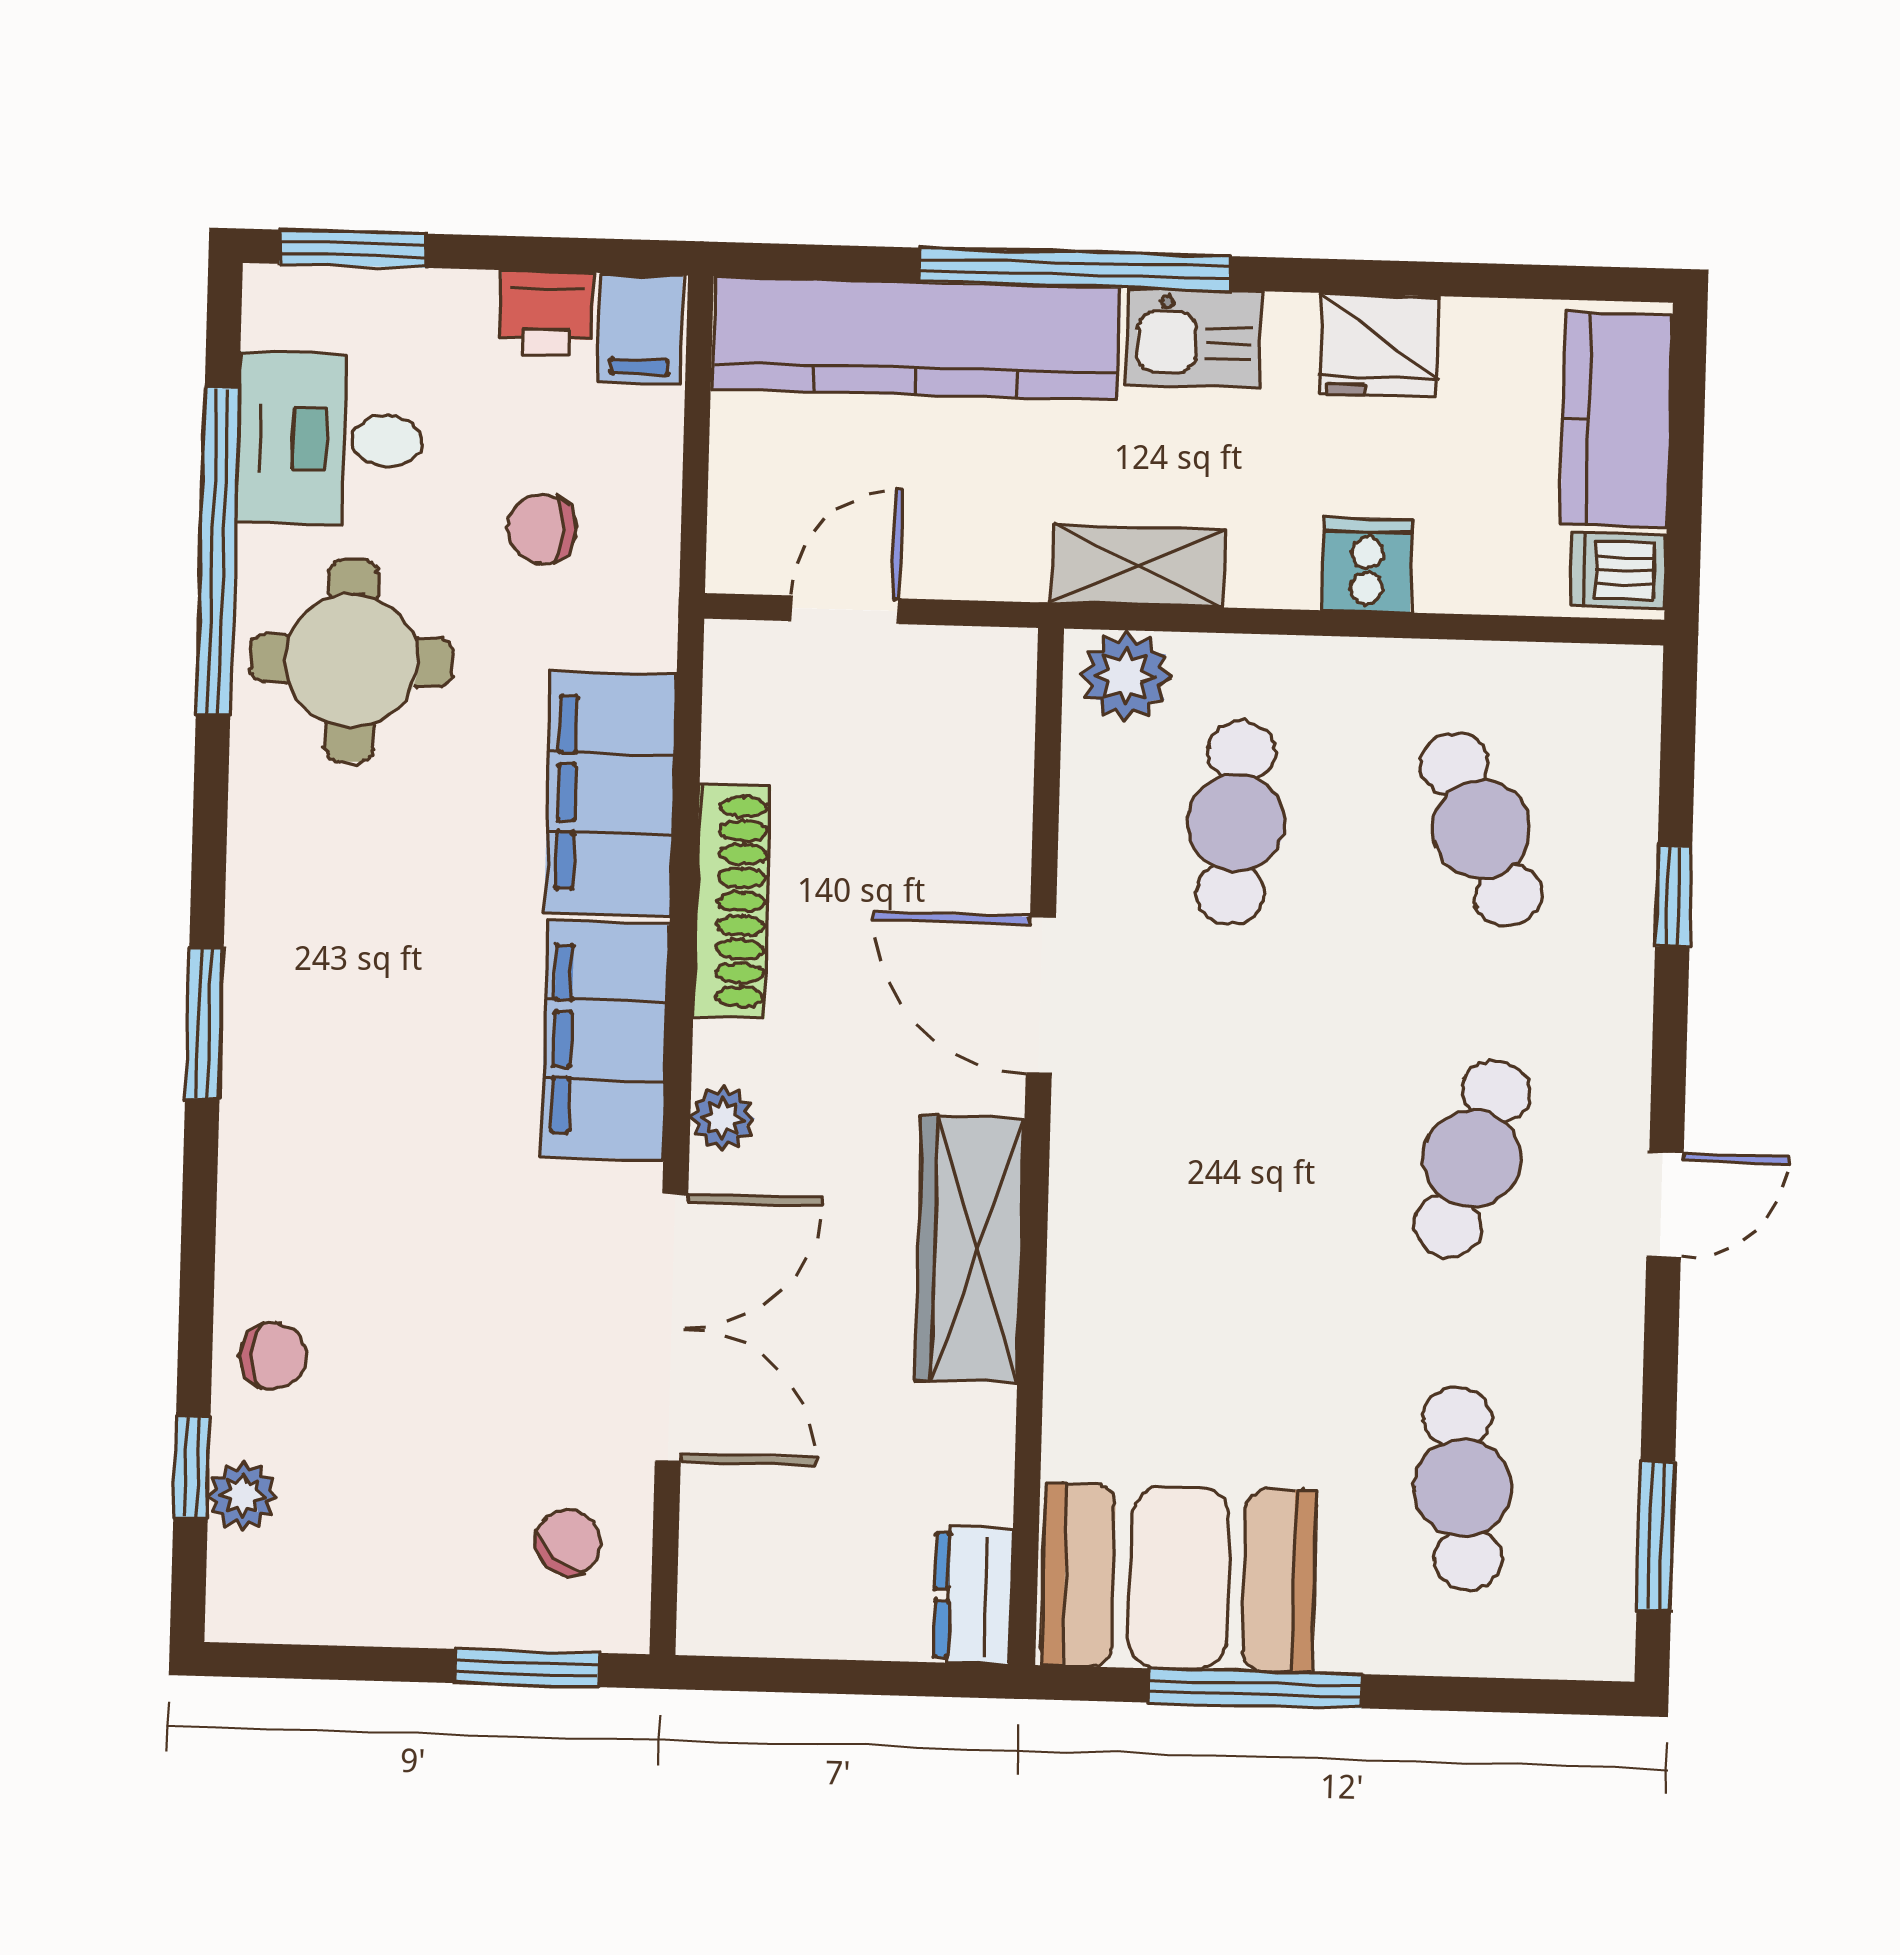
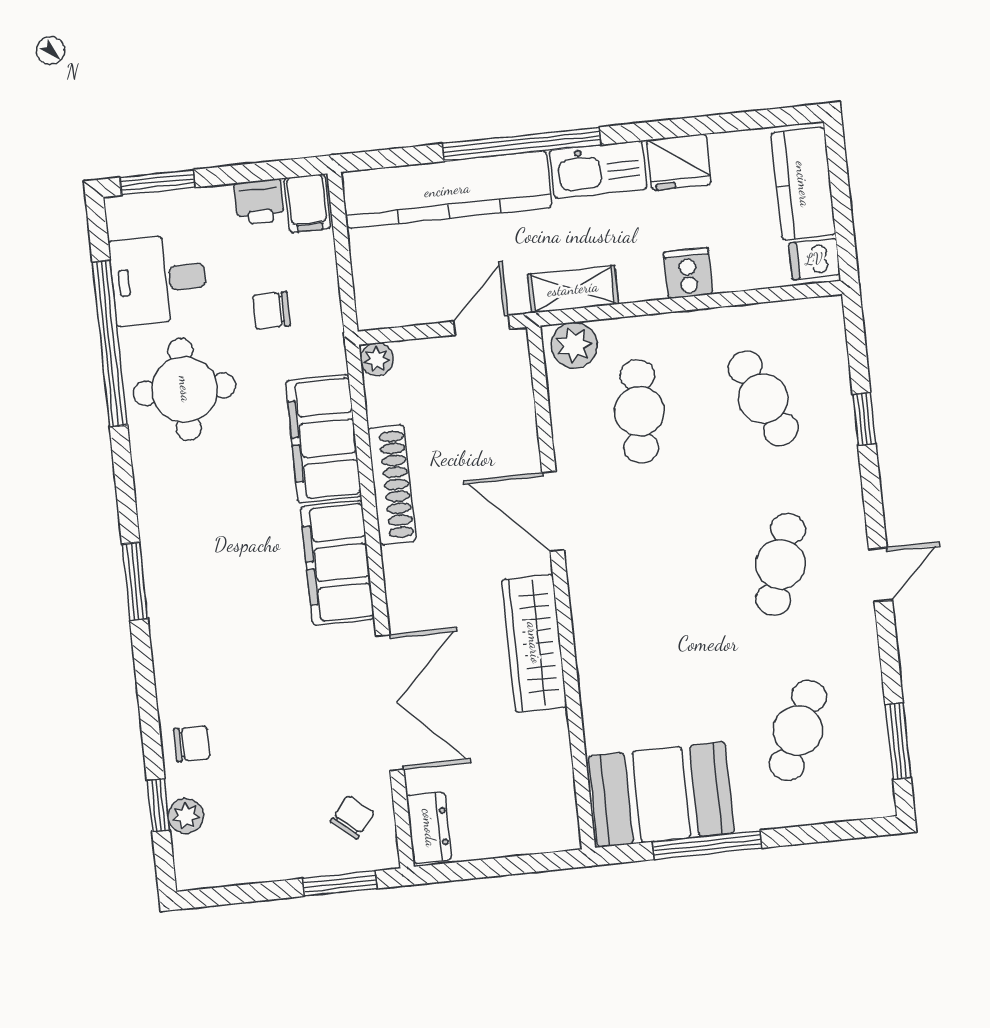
kitchen sink: (1193, 338) -> (598, 170), width x1.38
door: (845, 610) -> (482, 325), moved
plant: (723, 1118) -> (377, 359), moved
cafe table: (1463, 1488) -> (798, 730), turned 30
dresser: (973, 1596) -> (429, 828), moved, turned 180

